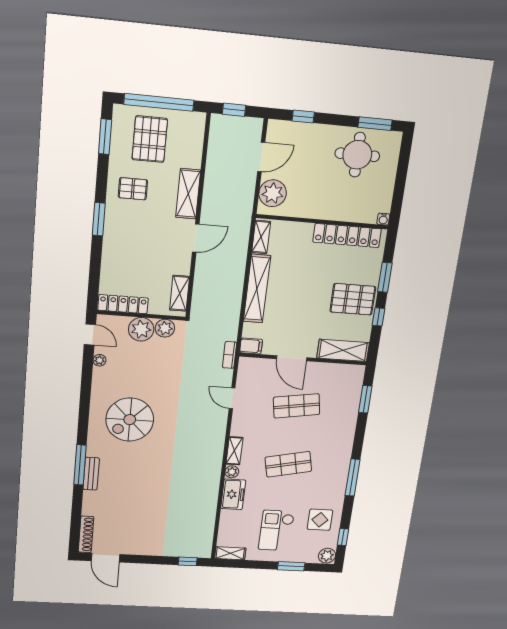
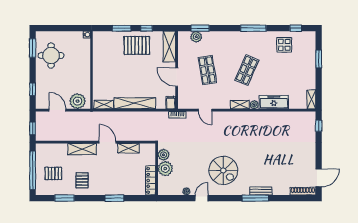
window: (105, 137) -> (65, 198), moved
pallet: (150, 139) -> (53, 173), width x0.67, depth x0.71
window: (99, 219) -> (115, 198), moved
locker: (347, 235) -> (98, 54), removed
shelving: (180, 293) -> (128, 148), moved
pallet: (353, 299) -> (137, 45), turned 90
door: (90, 335) -> (202, 198), moved
door: (292, 358) -> (177, 77), swing flipped
door: (232, 398) -> (205, 110), hinge flipped
shop shelf: (288, 464) -> (247, 70), turned 36
freezer: (233, 494) -> (274, 102), width x1.40
checkout: (276, 530) -> (293, 72), removed
plant: (327, 556) -> (196, 37), moved

